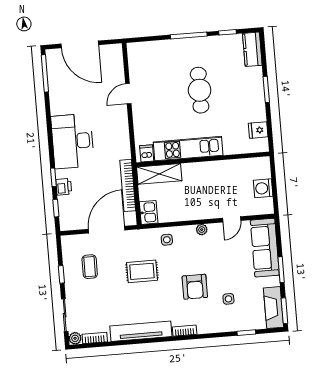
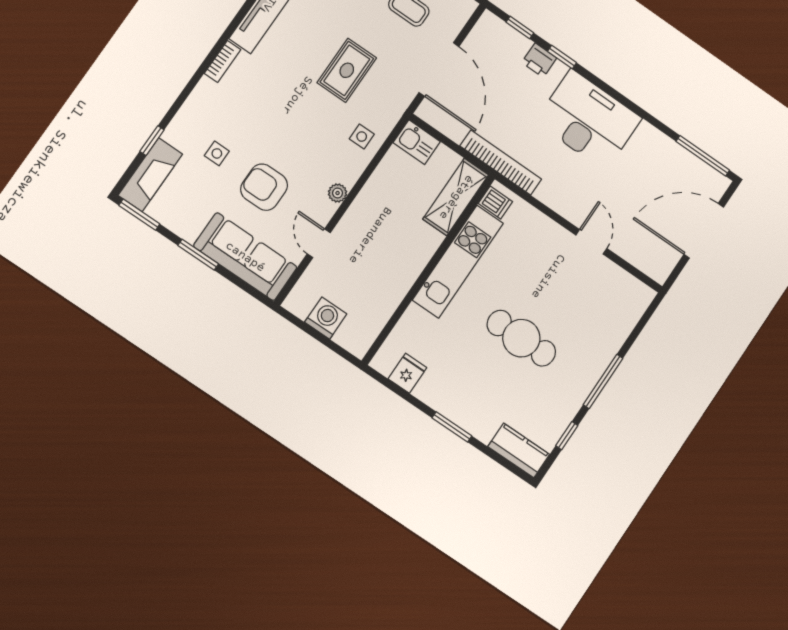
bookcase: (128, 185) -> (501, 163), moved
armchair: (195, 287) -> (264, 187), moved
fireplace: (274, 308) -> (150, 175), moved, turned 90

